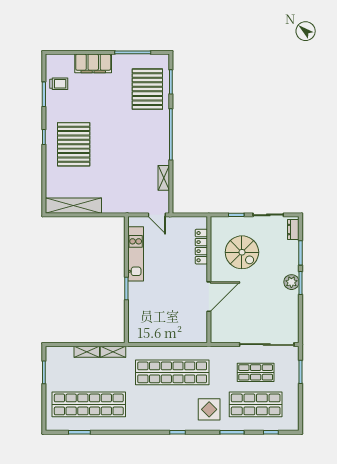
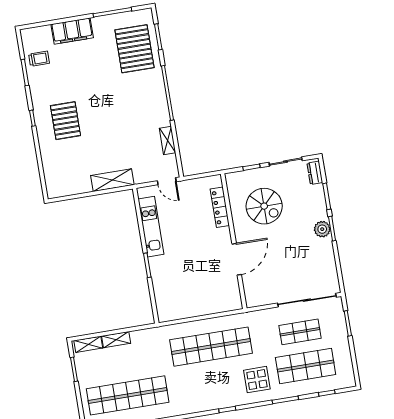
pallet: (74, 144) -> (65, 121), width x0.73, depth x0.71
shelving: (73, 206) -> (112, 180), moved, width x0.68
shelving: (113, 352) -> (88, 344), moved

